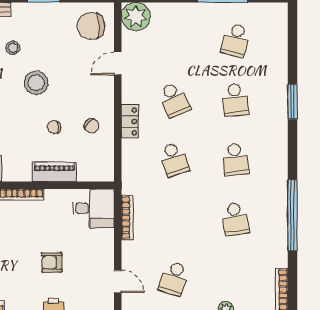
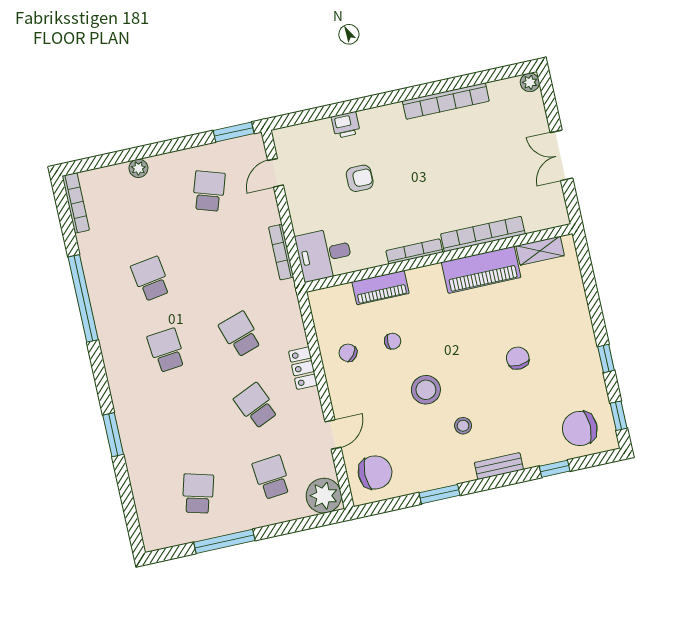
school desk: (235, 100) -> (272, 477), moved
door: (118, 281) -> (275, 173), hinge flipped

